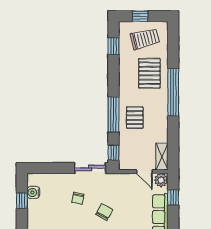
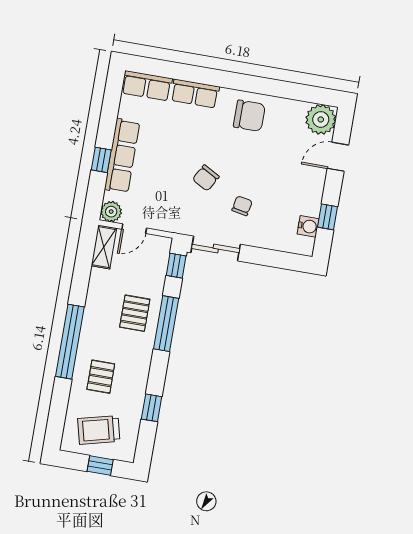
window: (113, 46) -> (152, 408), moved
pallet: (149, 73) -> (101, 377), width x0.67, depth x0.71
door: (144, 172) -> (134, 229), swing flipped
window: (173, 197) -> (101, 160), moved

